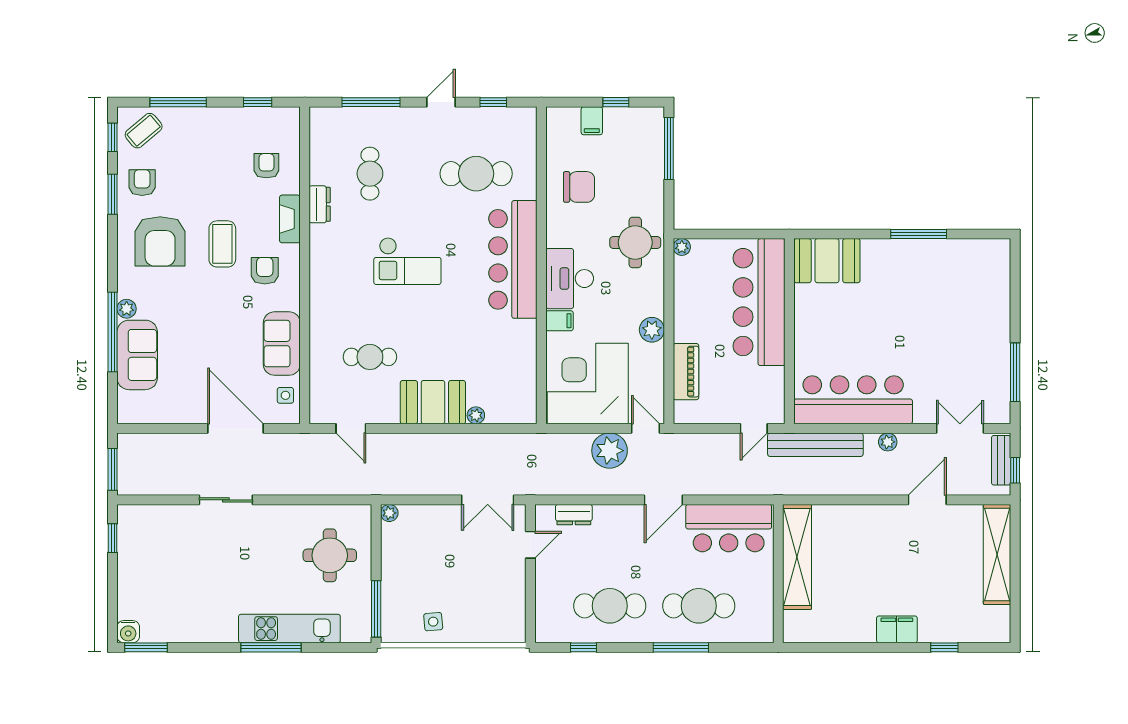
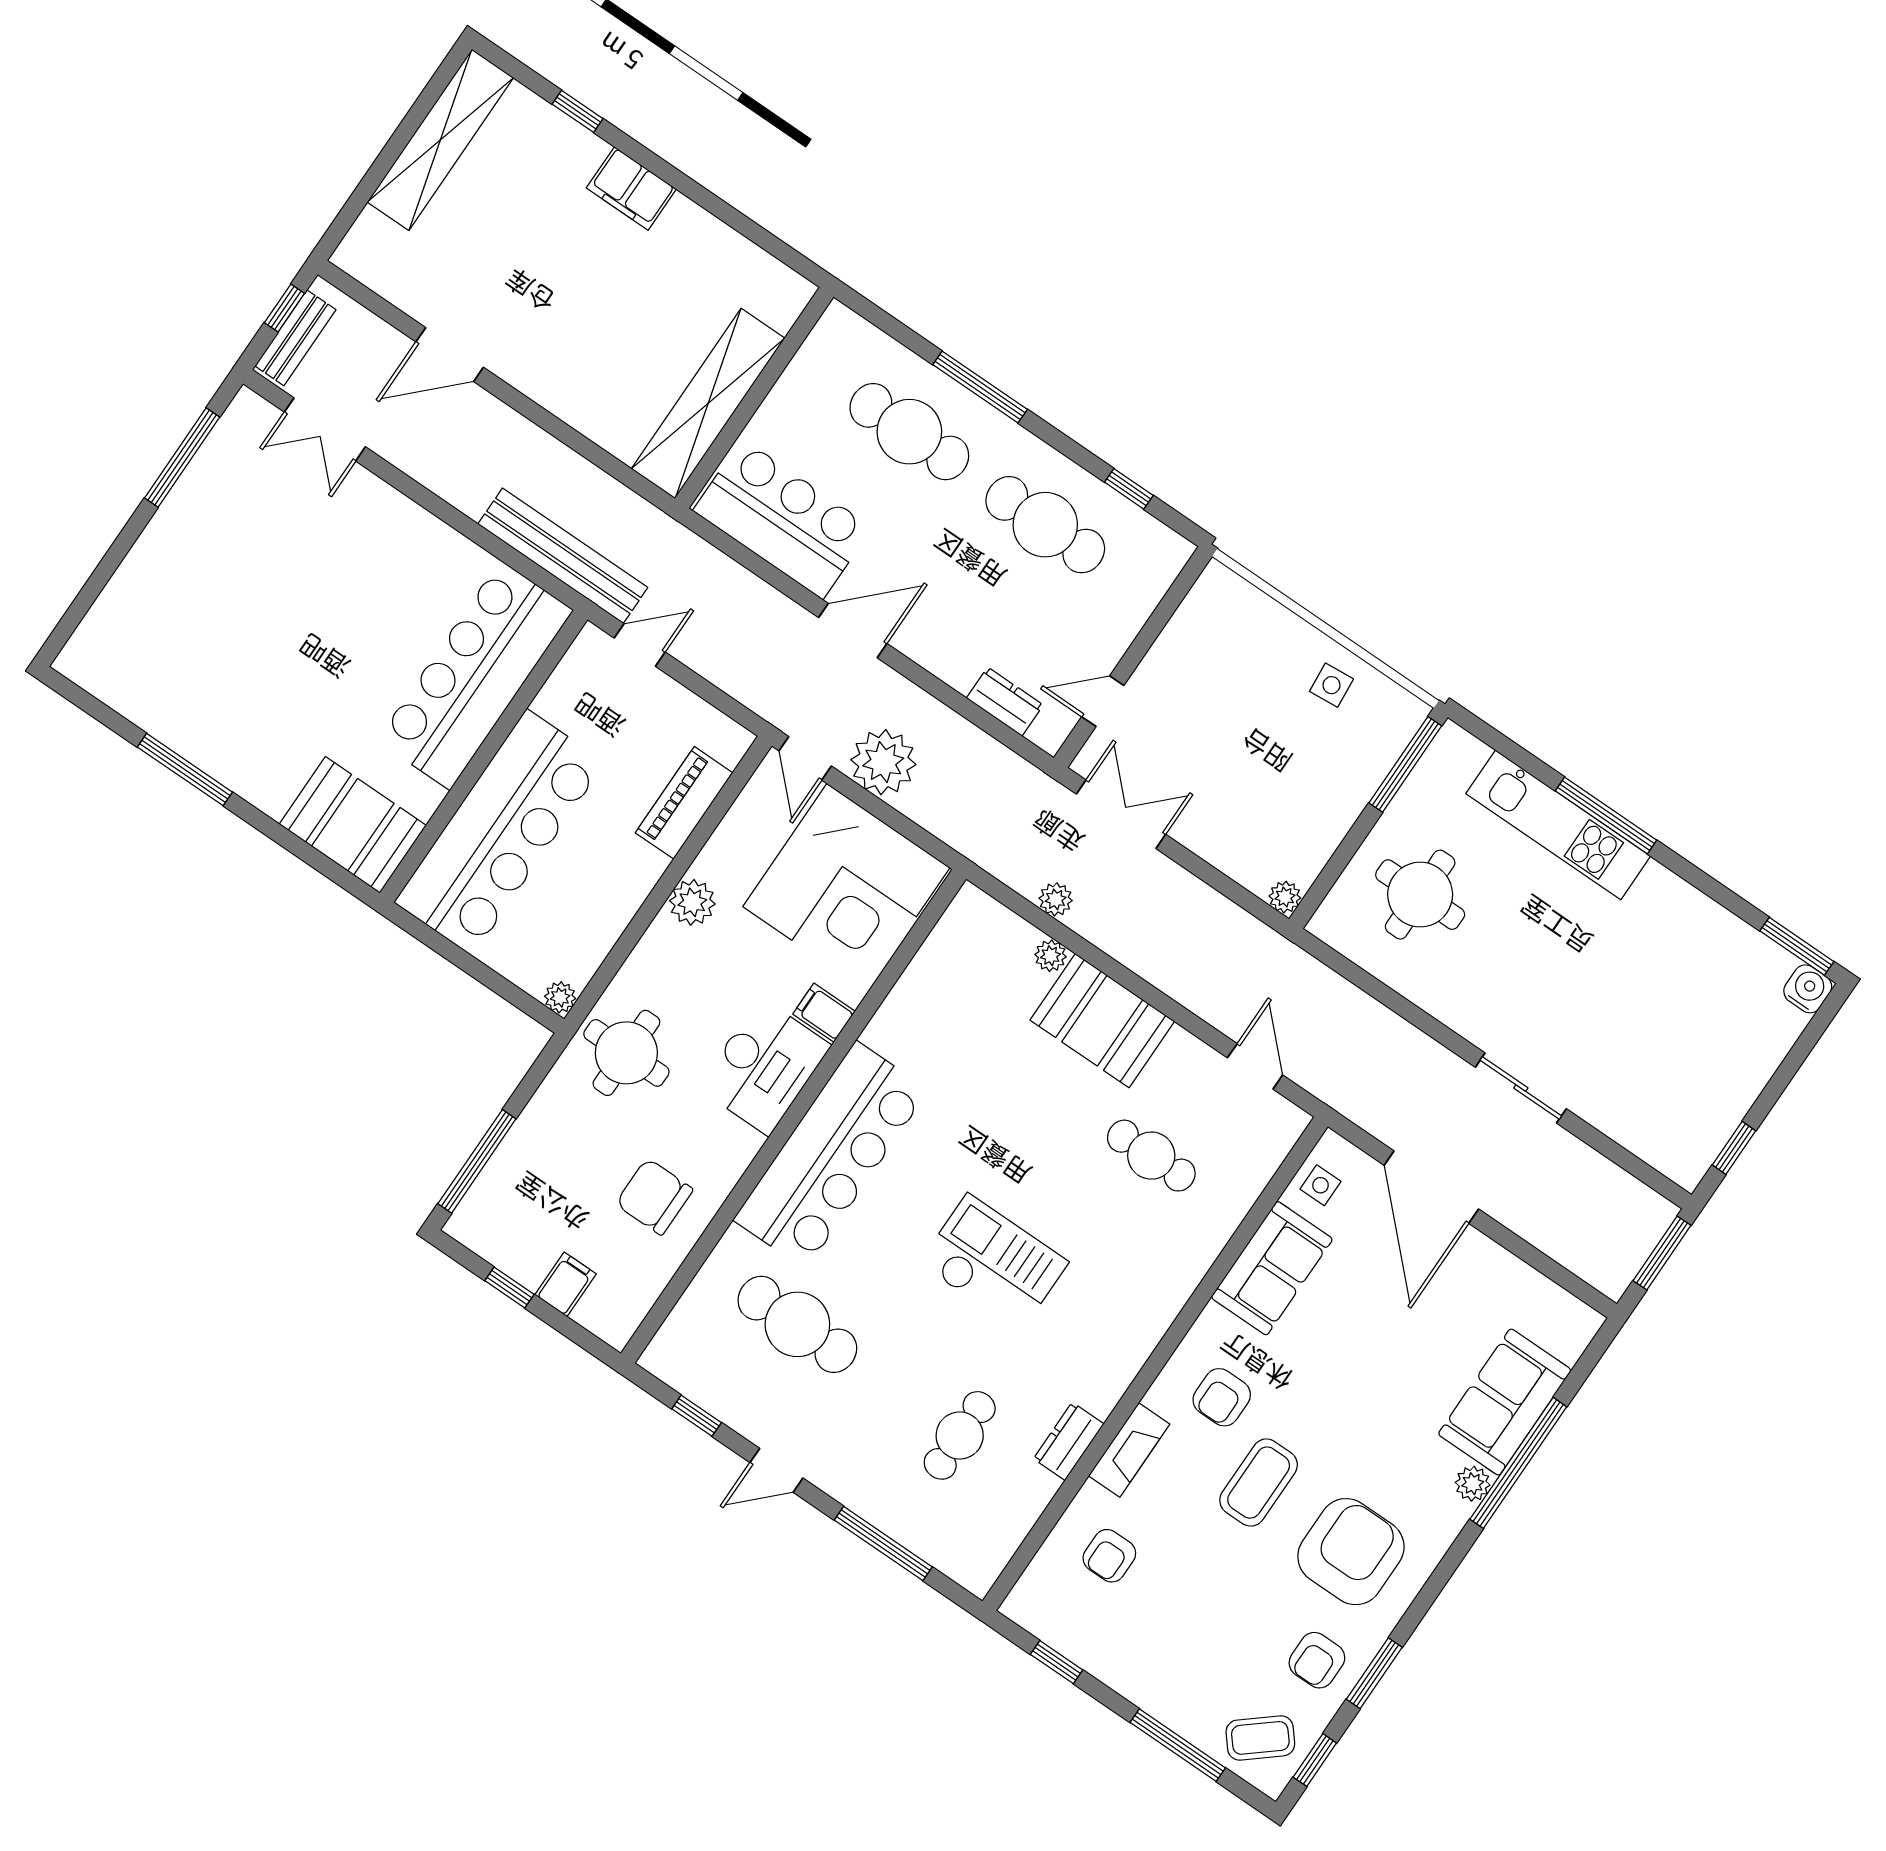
bar counter: (853, 400) -> (475, 675), moved, turned 90
plant: (888, 442) -> (1056, 899), moved
shelving: (997, 554) -> (440, 140), moved

